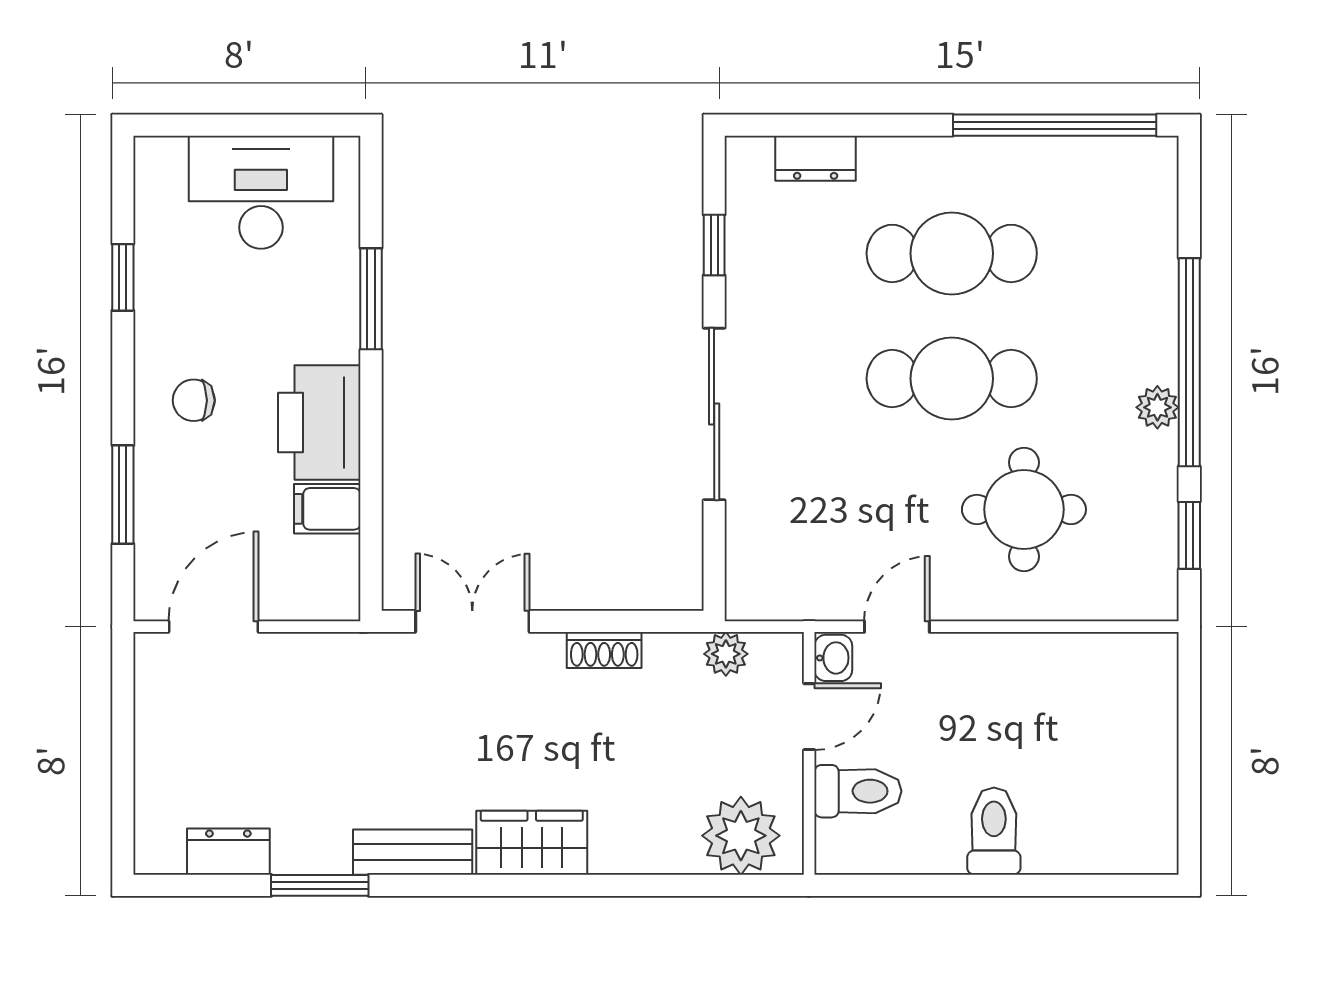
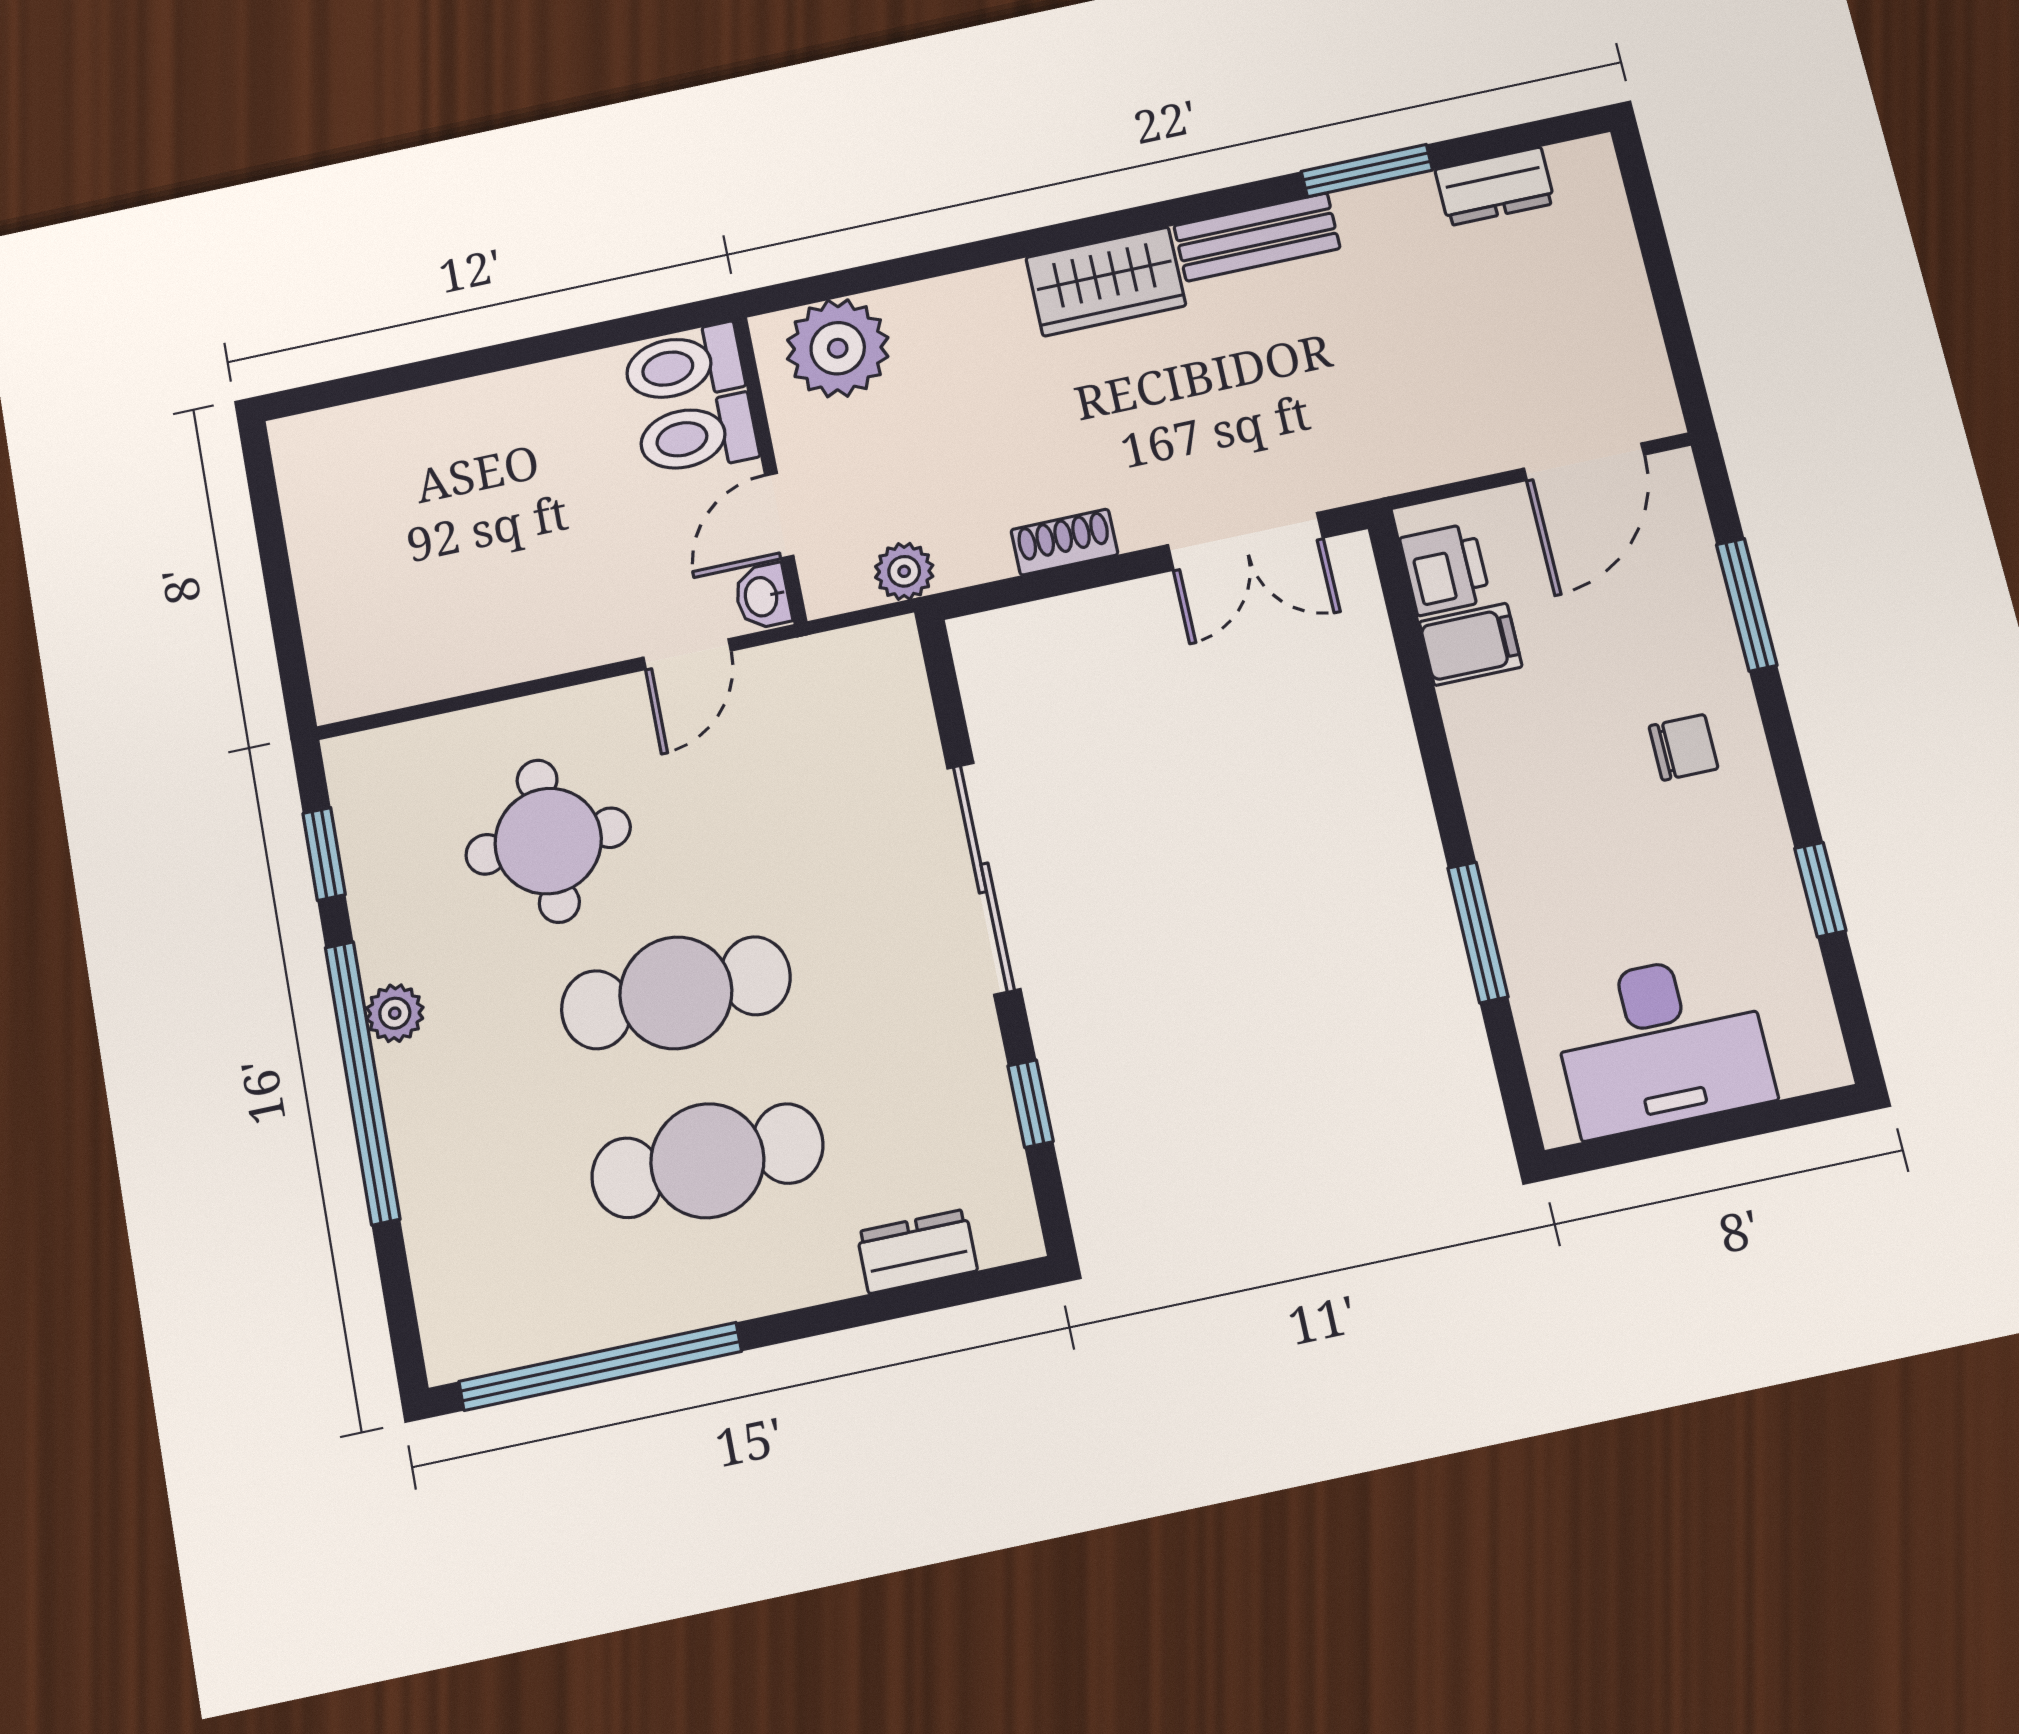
printer: (319, 422) -> (1445, 569), moved, width x0.53, depth x0.68
toilet: (994, 831) -> (684, 365), moved, turned 90

